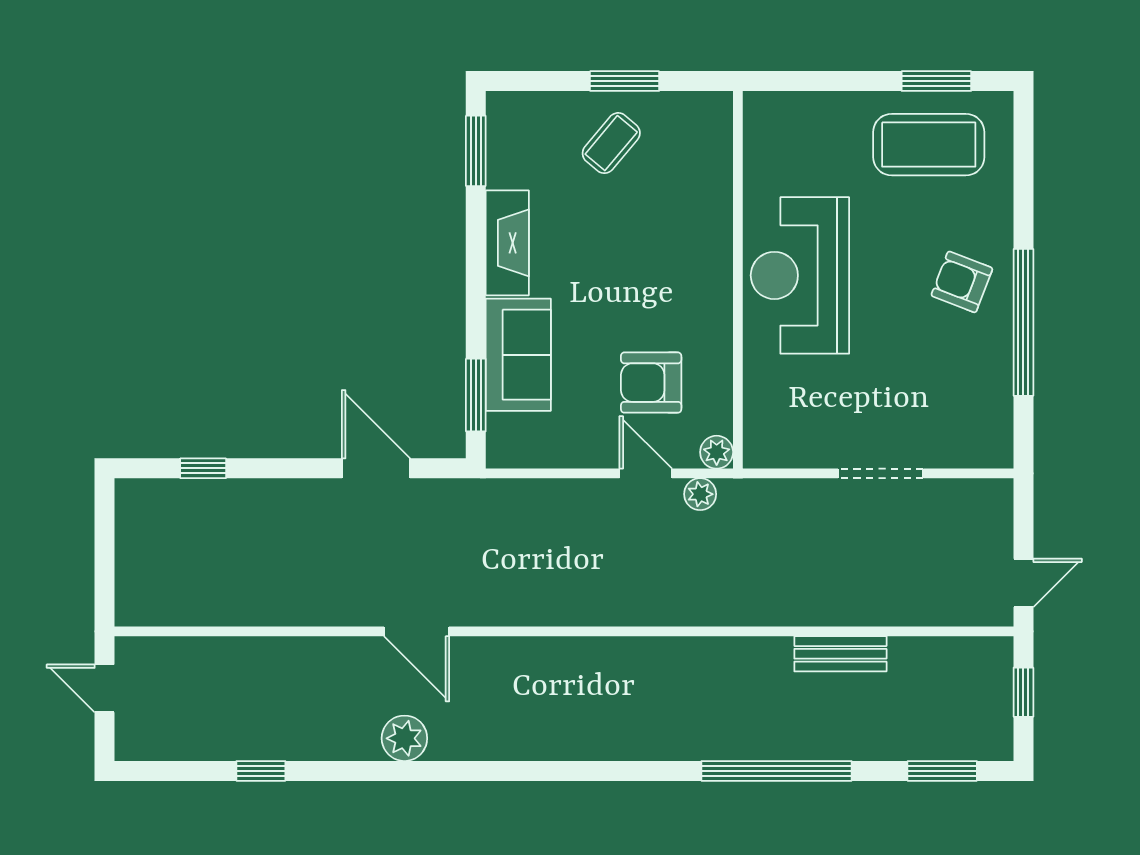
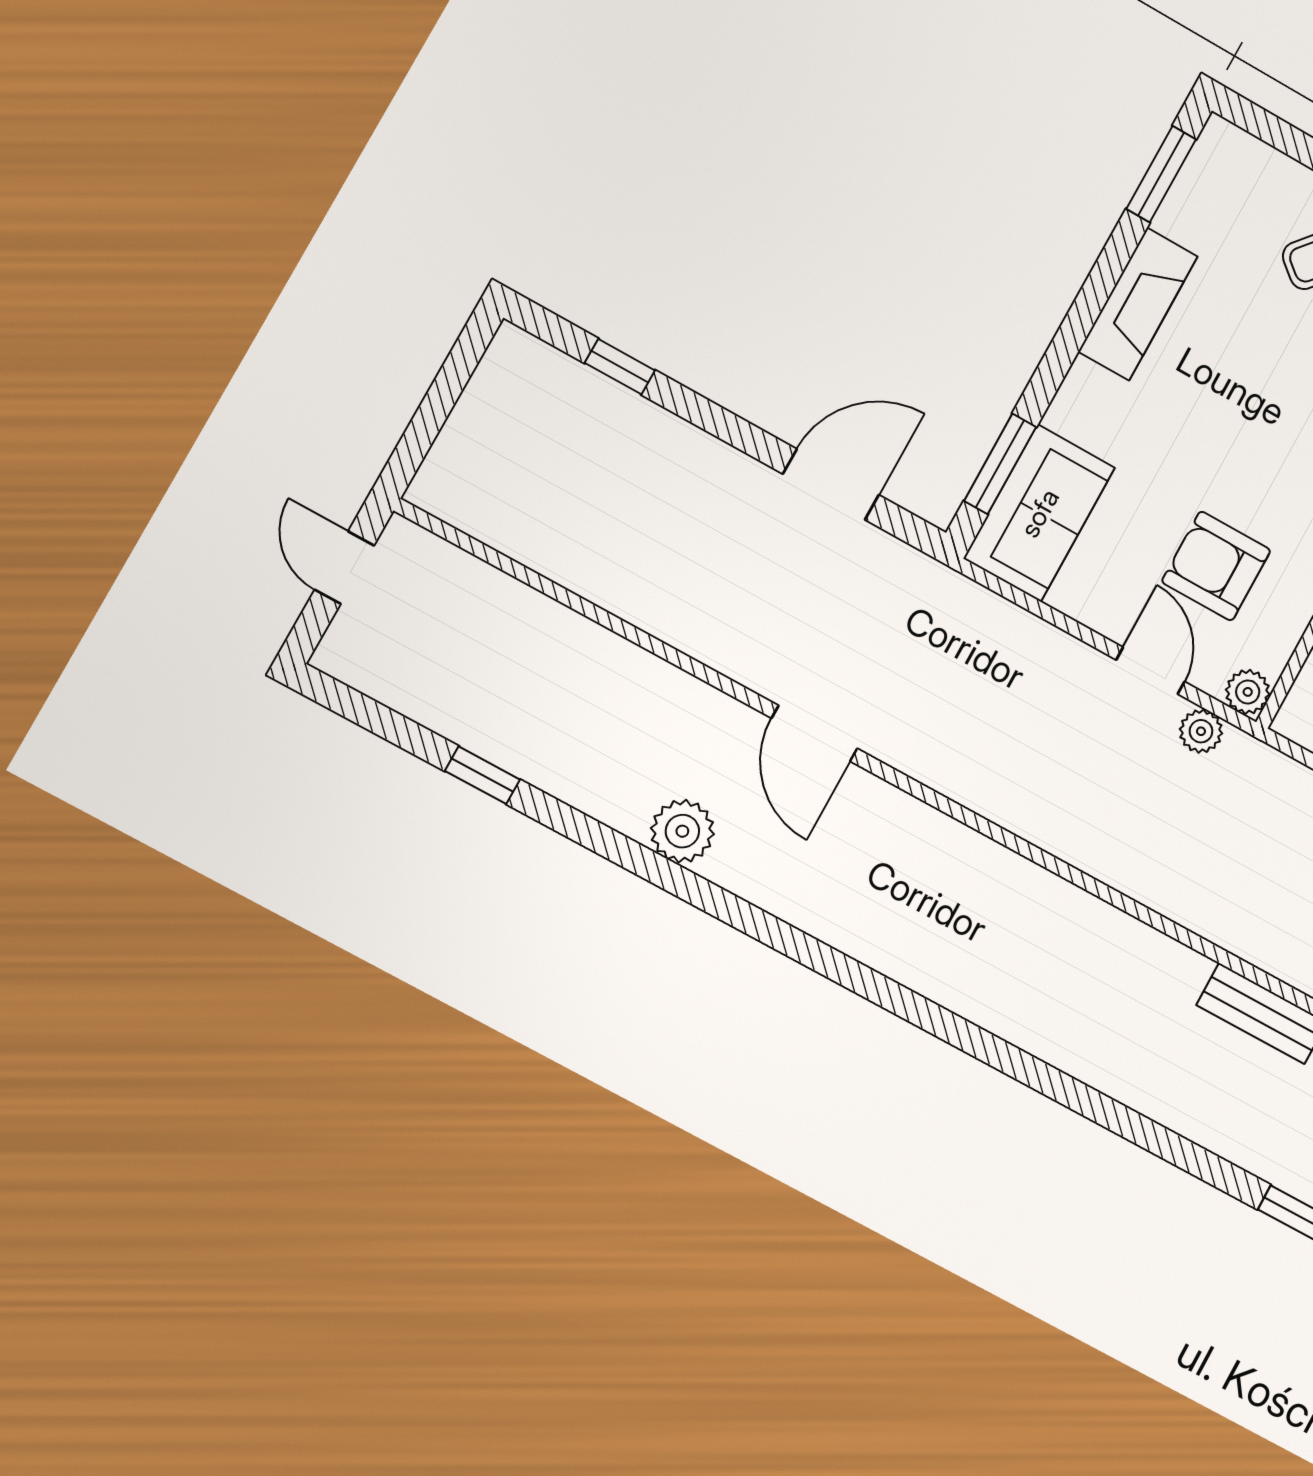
sofa: (518, 355) -> (1039, 513), moved
door: (376, 468) -> (831, 484), hinge flipped
door: (417, 631) -> (814, 733), moved
window: (777, 771) -> (1110, 1114), removed

